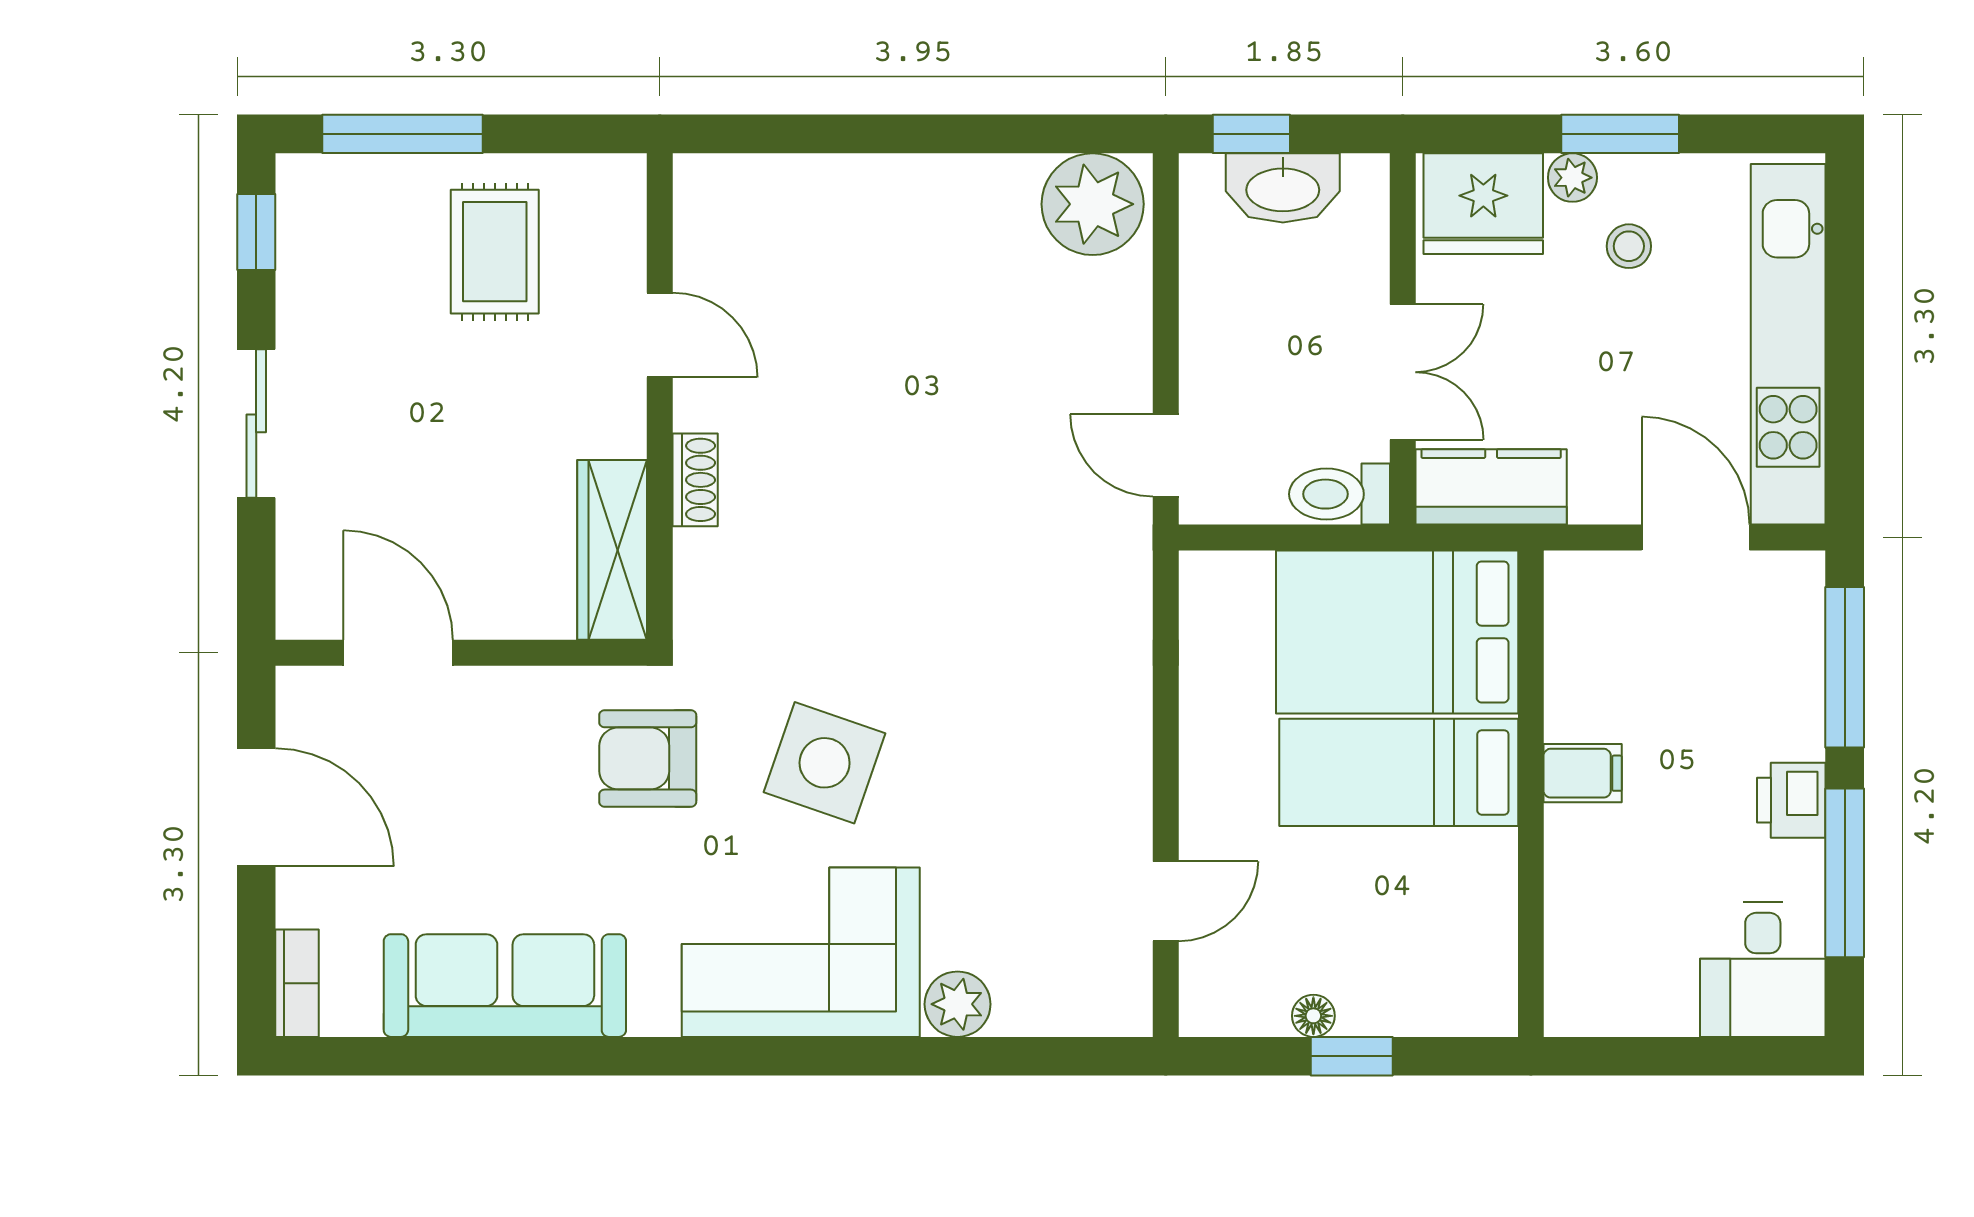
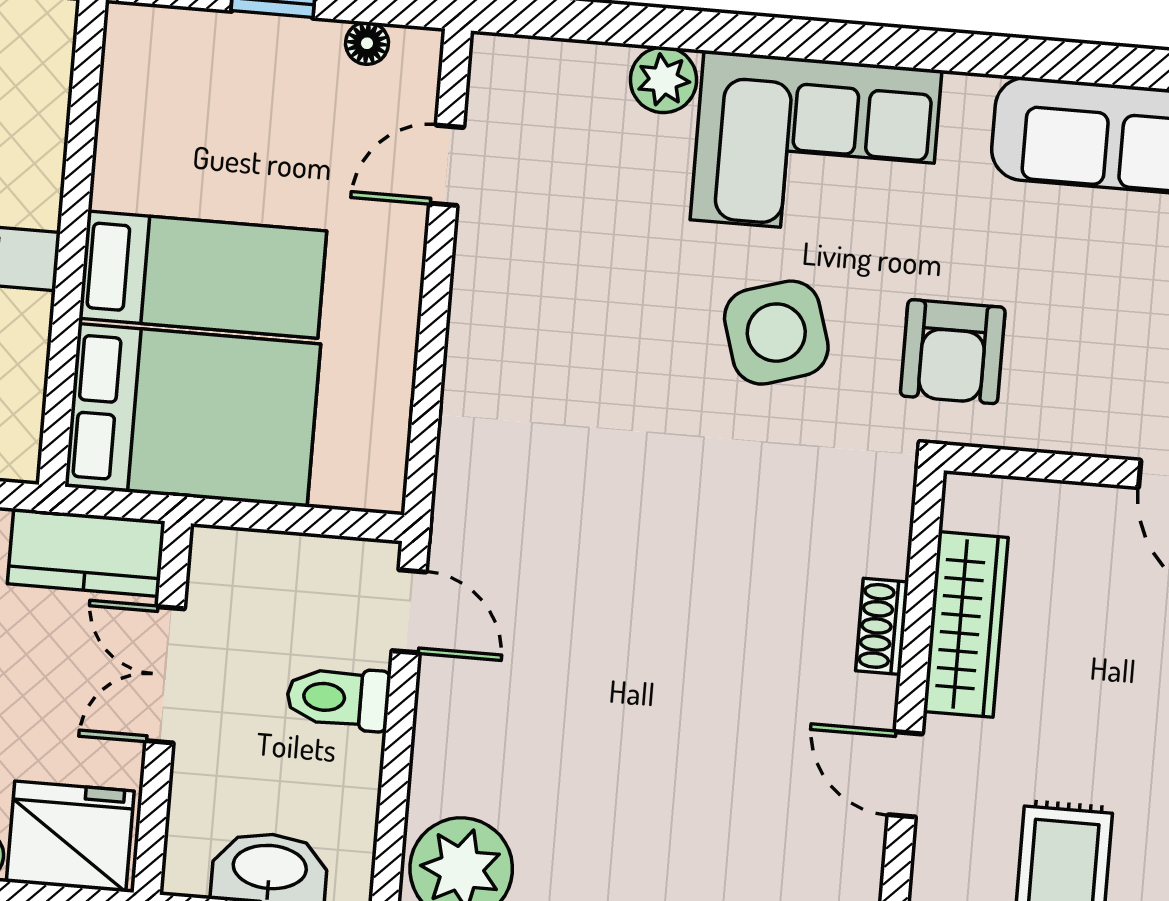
toilet: (1340, 494) -> (338, 698), moved, turned 180
wardrobe: (612, 550) -> (966, 624), moved
armchair: (648, 758) -> (953, 352), turned 90
side table: (825, 763) -> (776, 333), turned -36
floor lamp: (1313, 1016) -> (367, 43), moved

